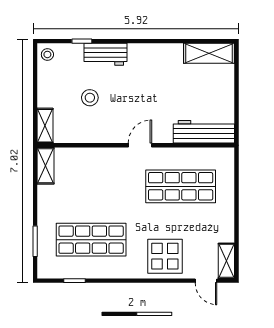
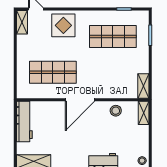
stool: (90, 98) -> (116, 111), moved
workbench: (204, 132) -> (24, 122), moved, turned -90
door: (140, 145) -> (80, 100), width x1.88

